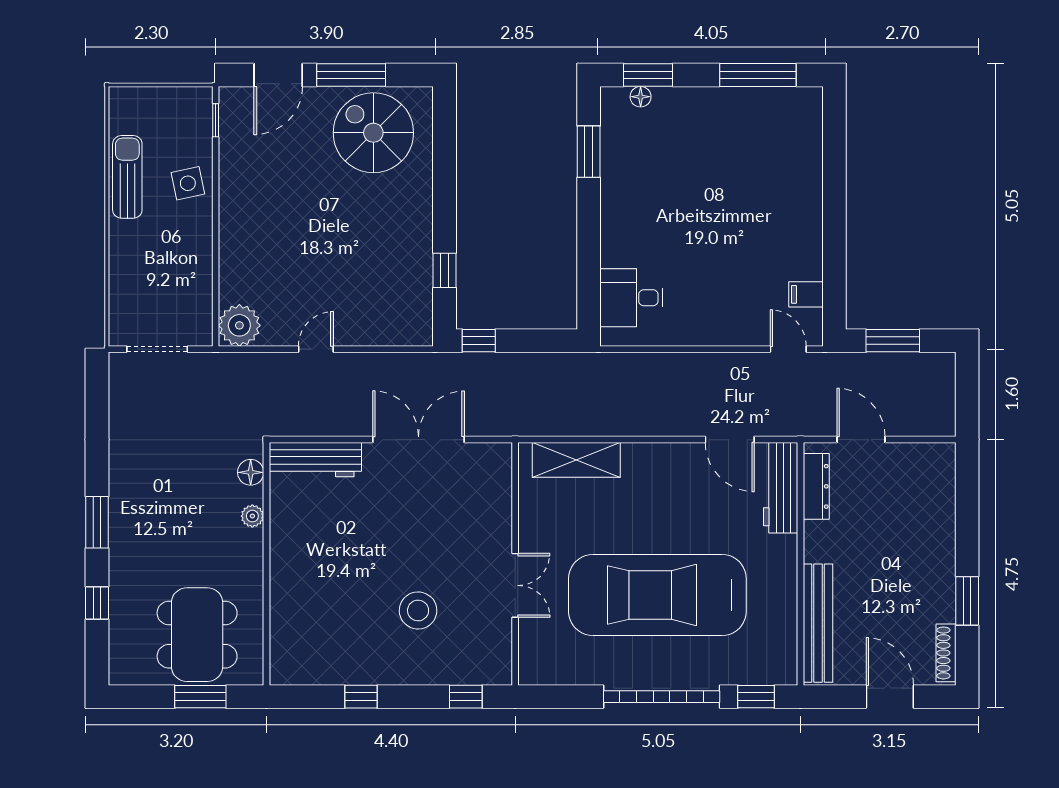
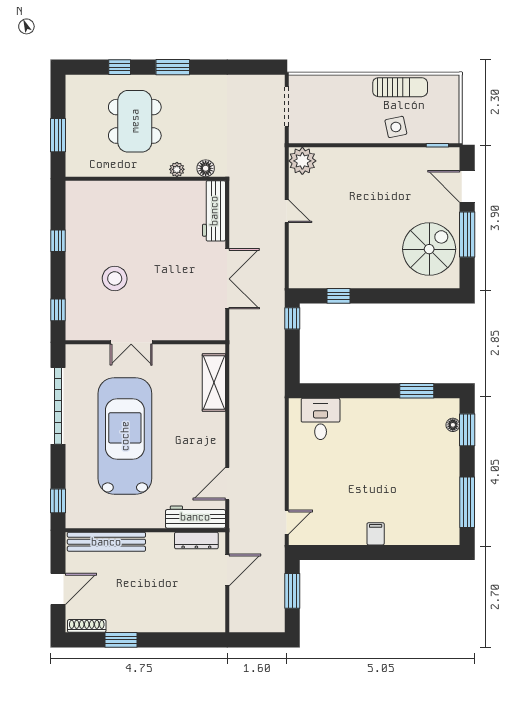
filing cabinet: (806, 294) -> (376, 534), moved
dining table: (197, 635) -> (135, 121), moved, turned 90
garage door: (662, 697) -> (58, 406), moved

